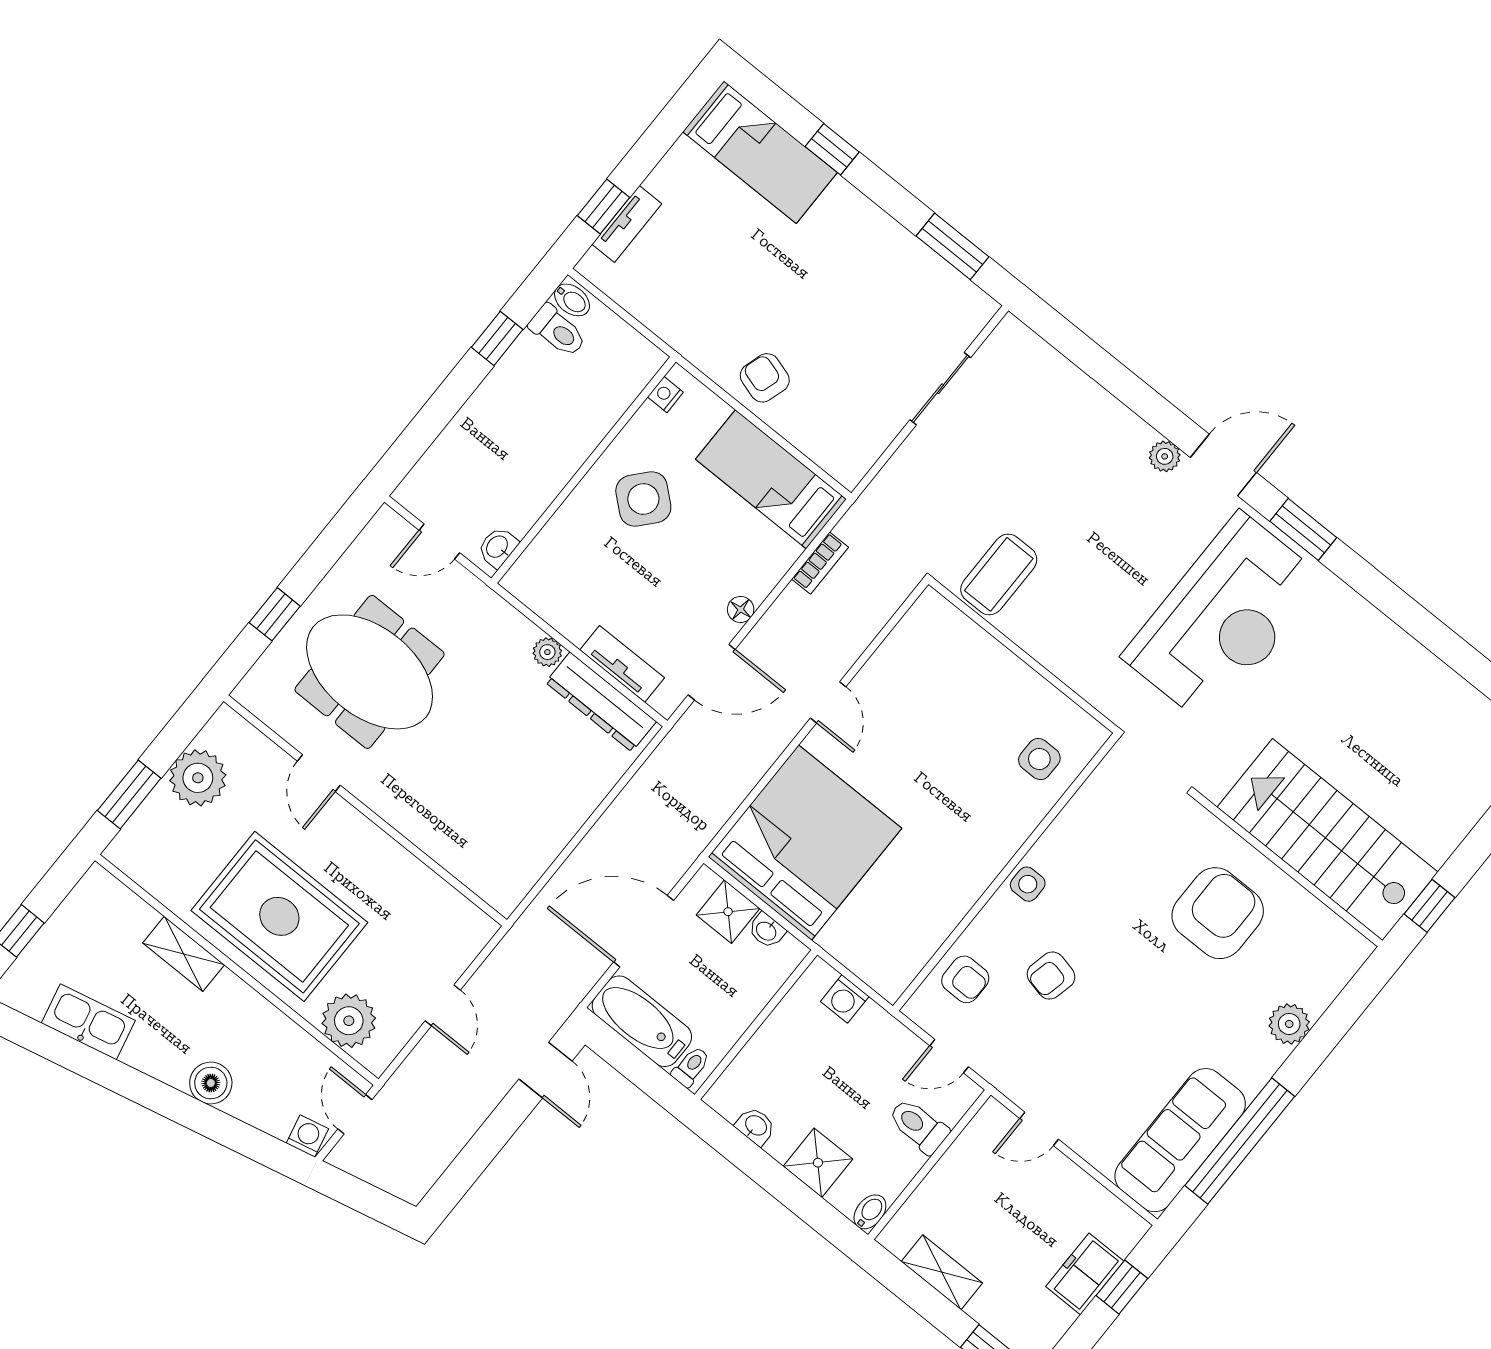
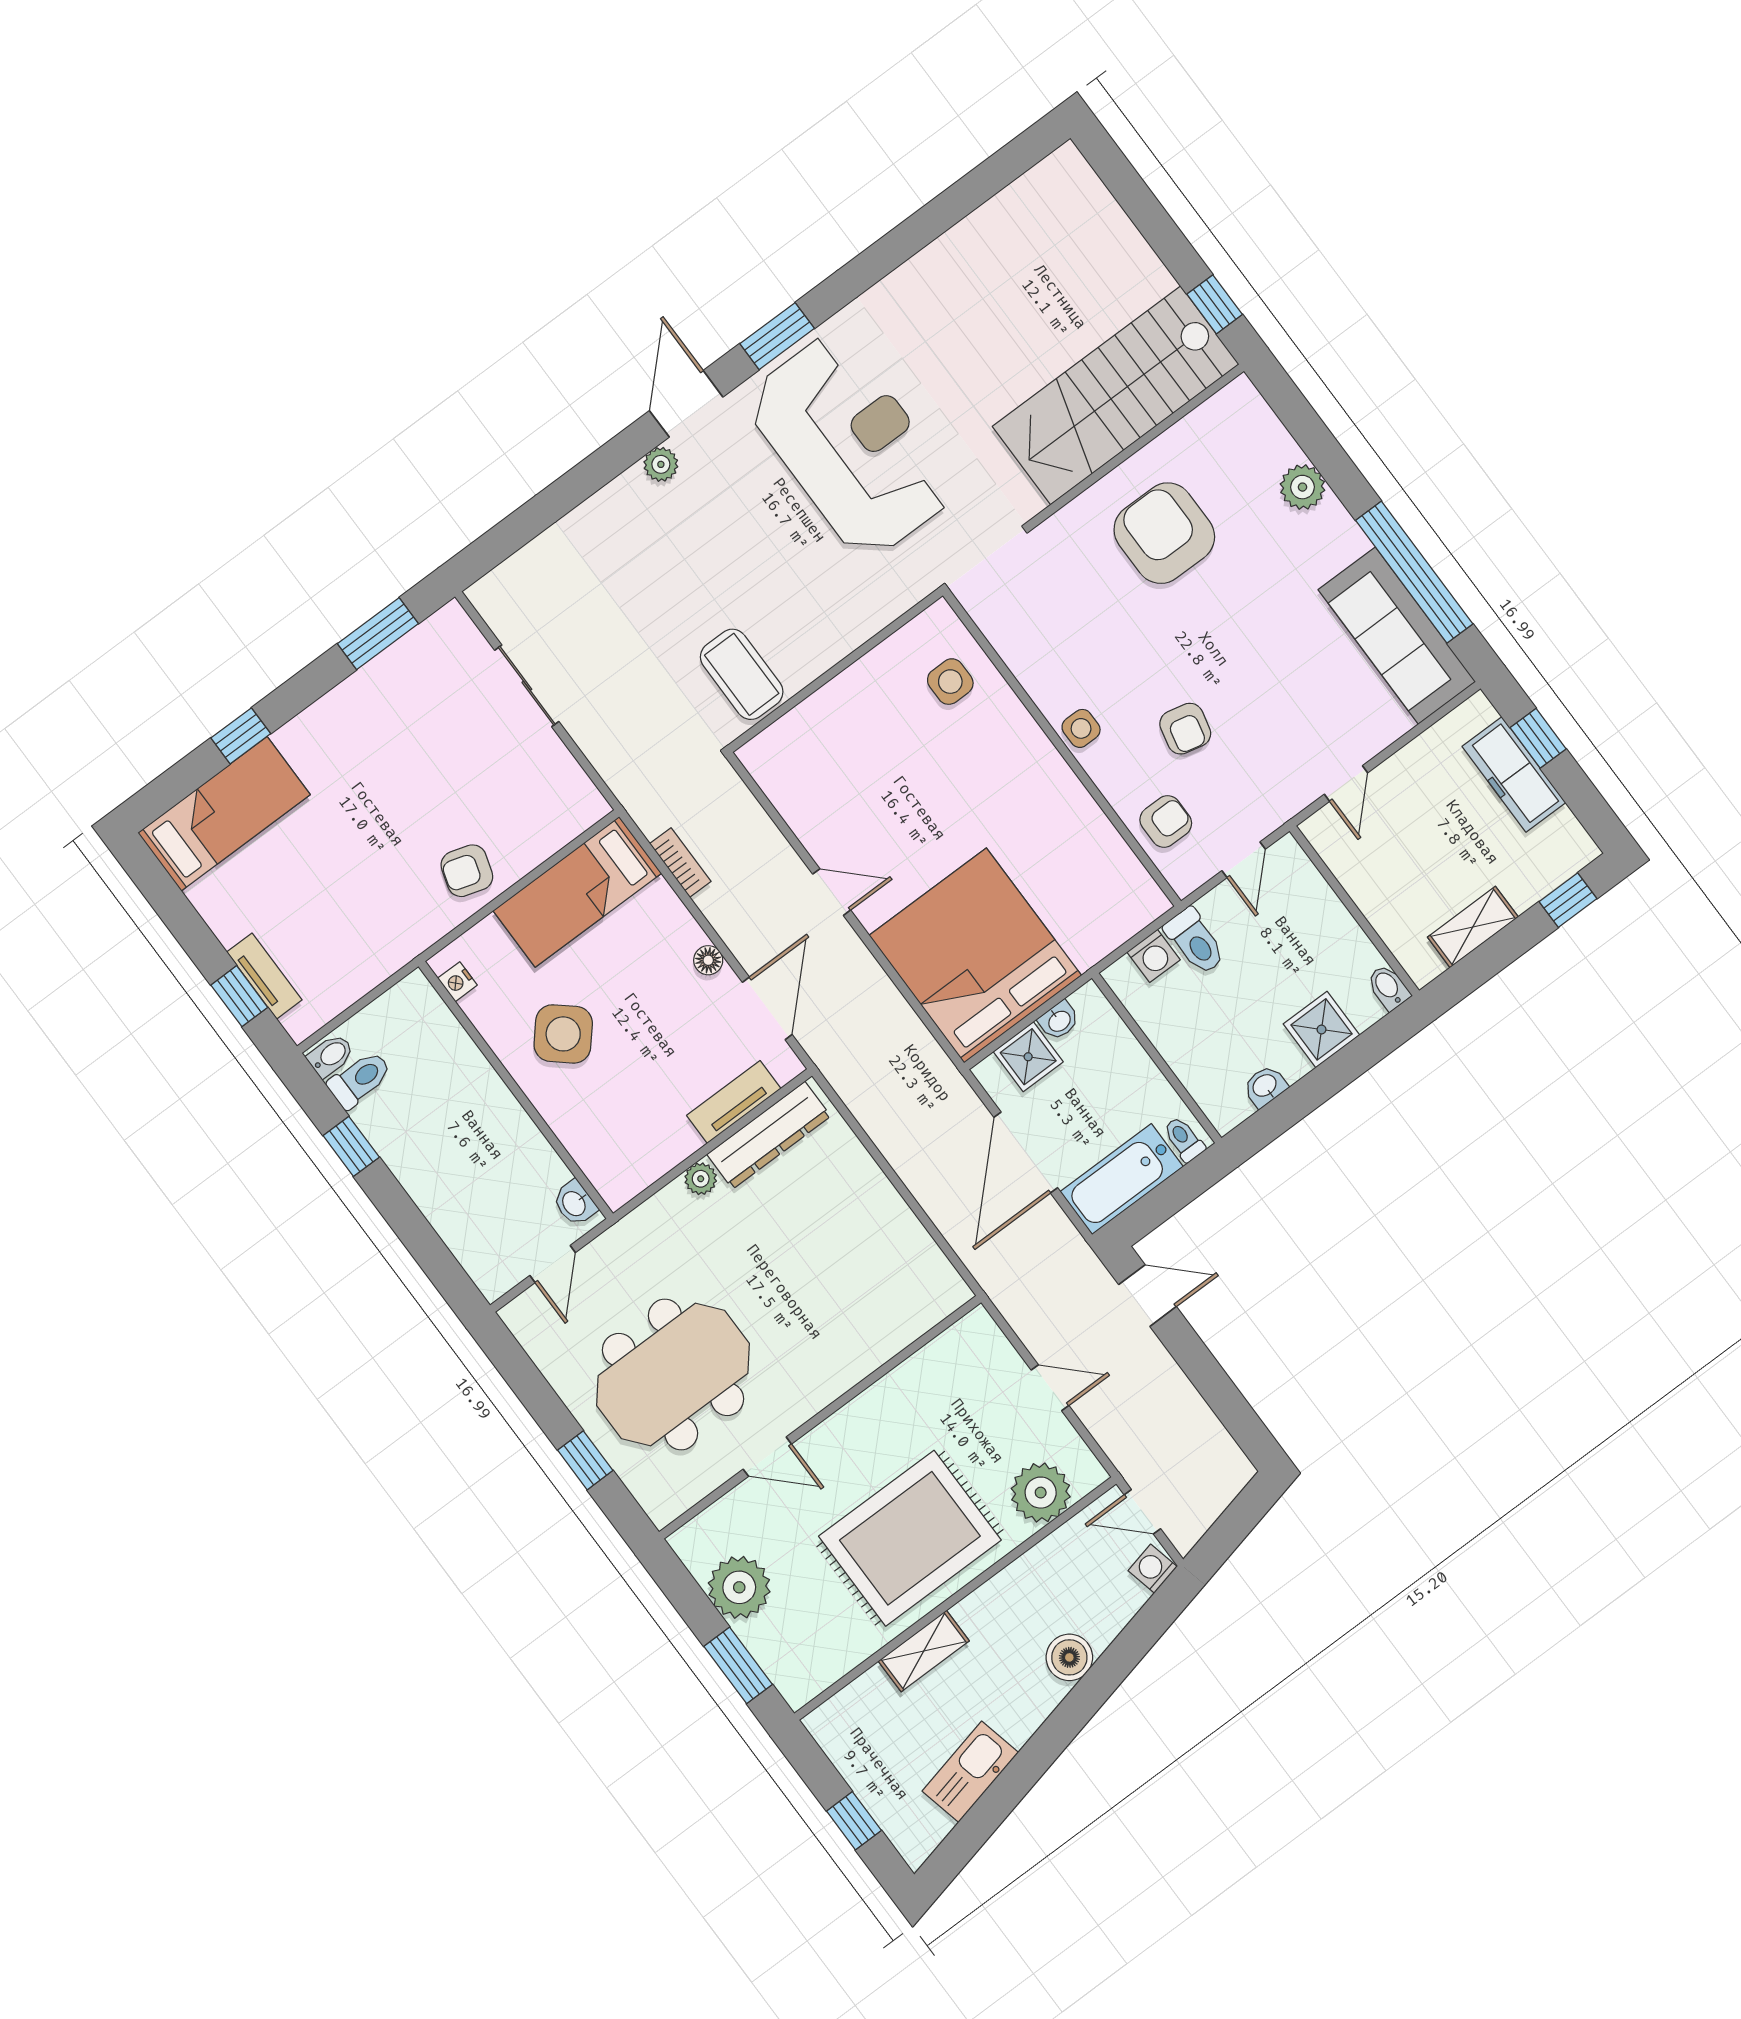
toilet: (918, 1126) -> (1195, 941), moved, turned -90
freezer: (1085, 1274) -> (1514, 774), width x1.40

